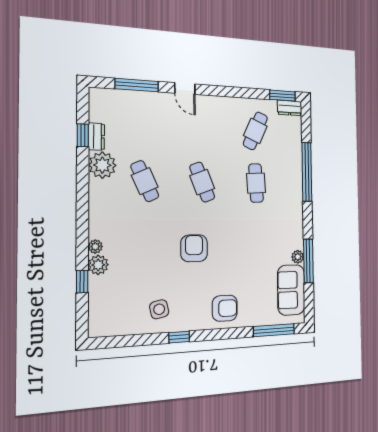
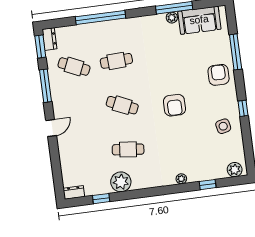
window: (137, 85) -> (45, 86), moved
dresser: (96, 137) -> (74, 192), moved
cafe table: (145, 181) -> (128, 149), turned 30
cafe table: (202, 182) -> (122, 105), turned 45
armchair: (194, 248) -> (174, 105), turned -90
plant: (98, 265) -> (235, 170), moved
window: (274, 330) -> (236, 52), moved

